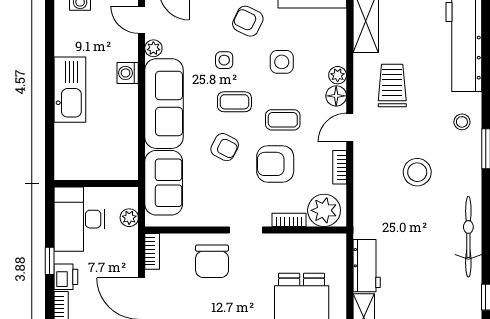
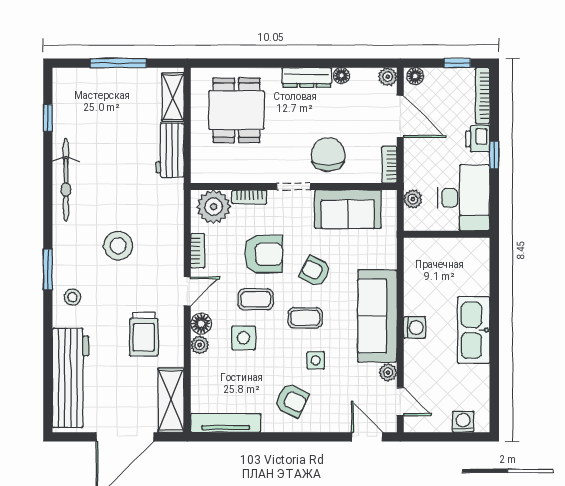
side table: (282, 62) -> (243, 338), moved
washing machine: (128, 73) -> (414, 327), moved
sofa: (164, 183) -> (348, 209), moved, turned -90

